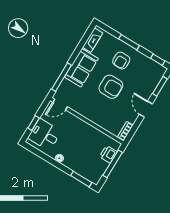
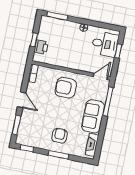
armchair: (111, 87) -> (66, 88), moved
window: (113, 164) -> (34, 40), width x0.46

